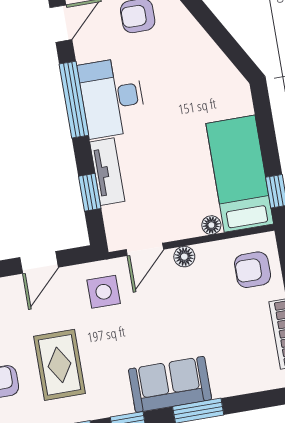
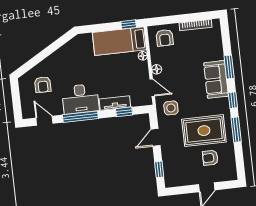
door: (39, 262) -> (155, 137), swing flipped
rug: (60, 365) -> (204, 131), width x1.36, depth x1.43

